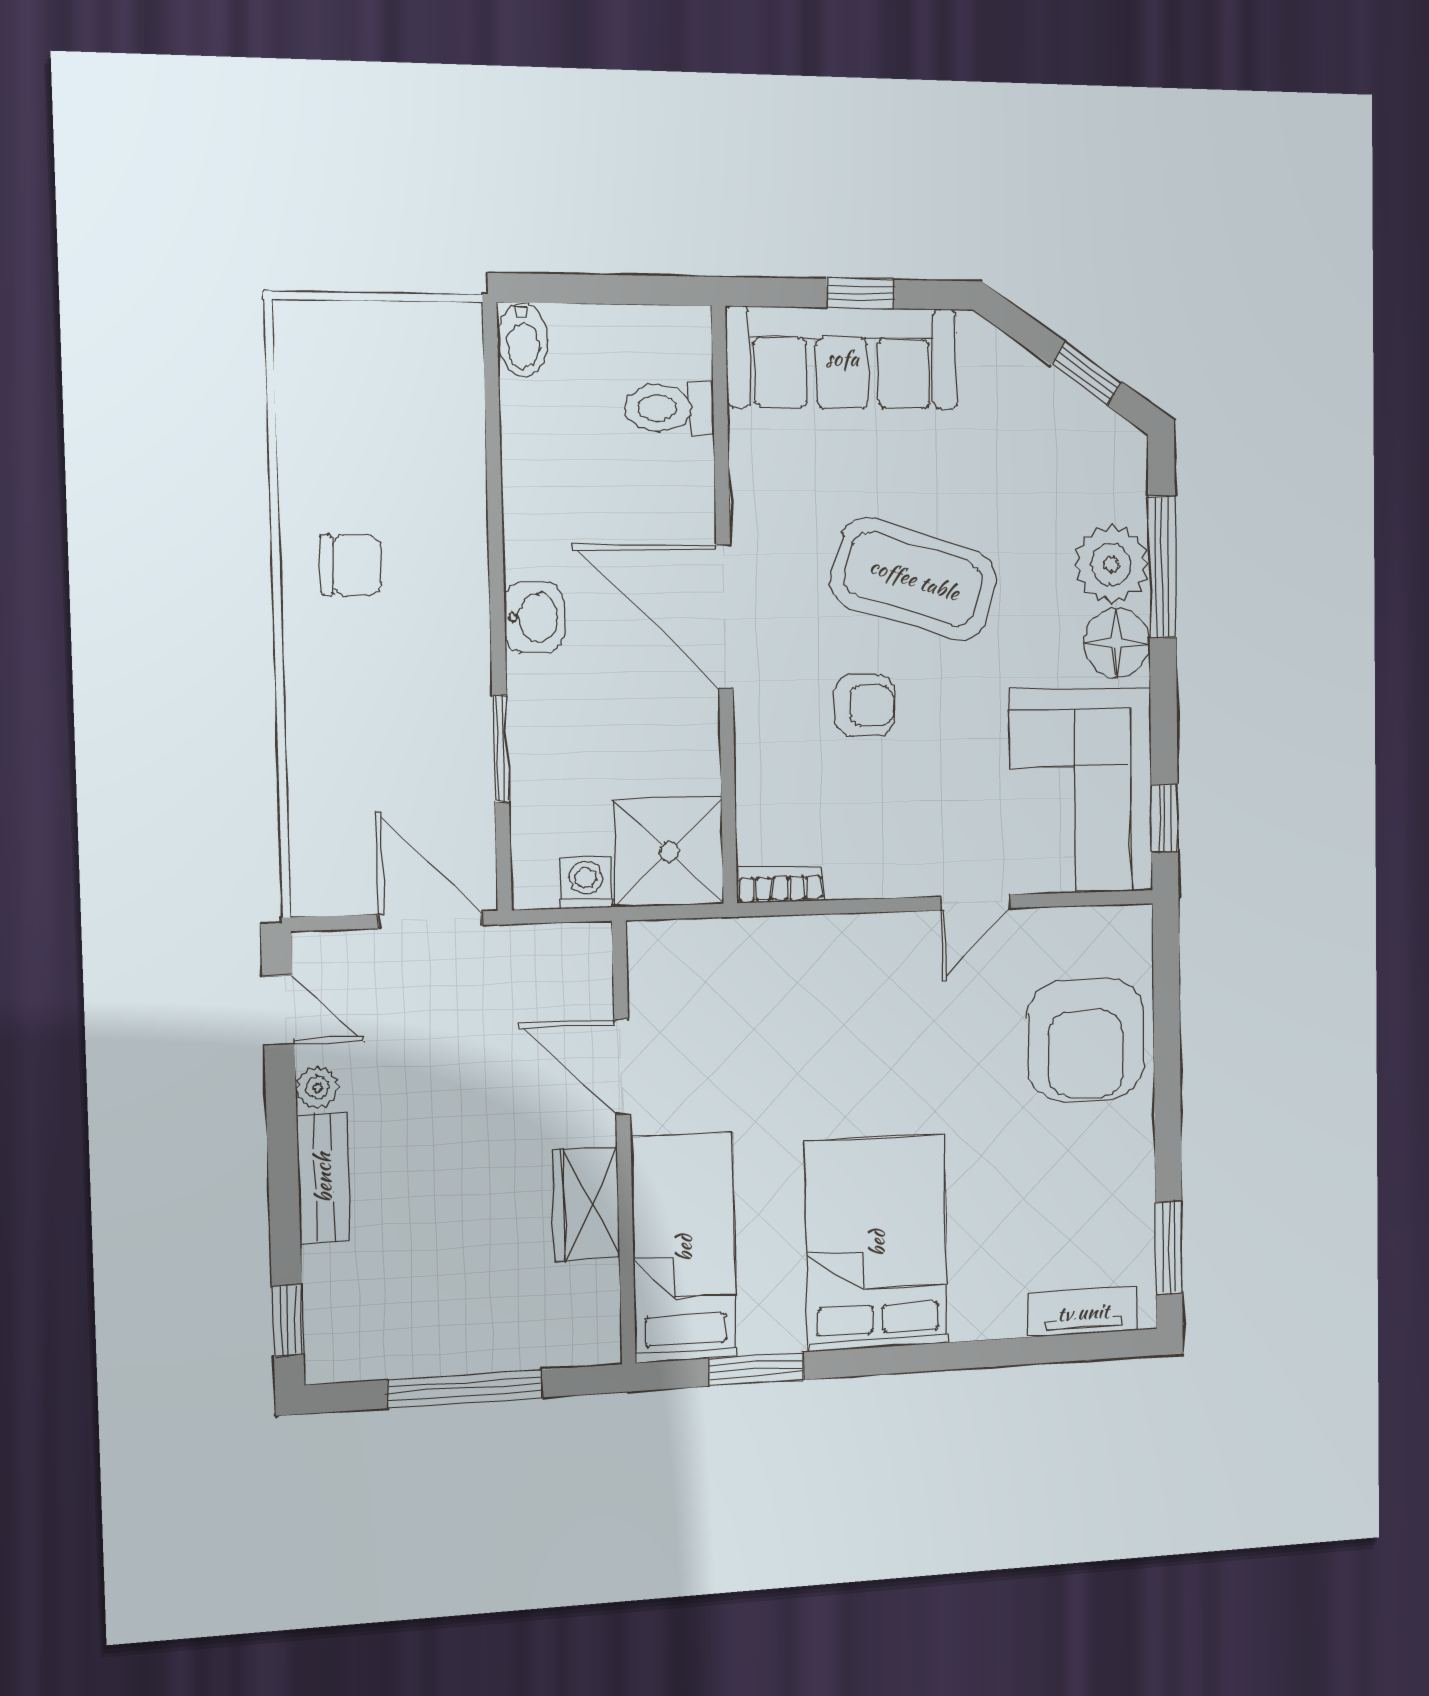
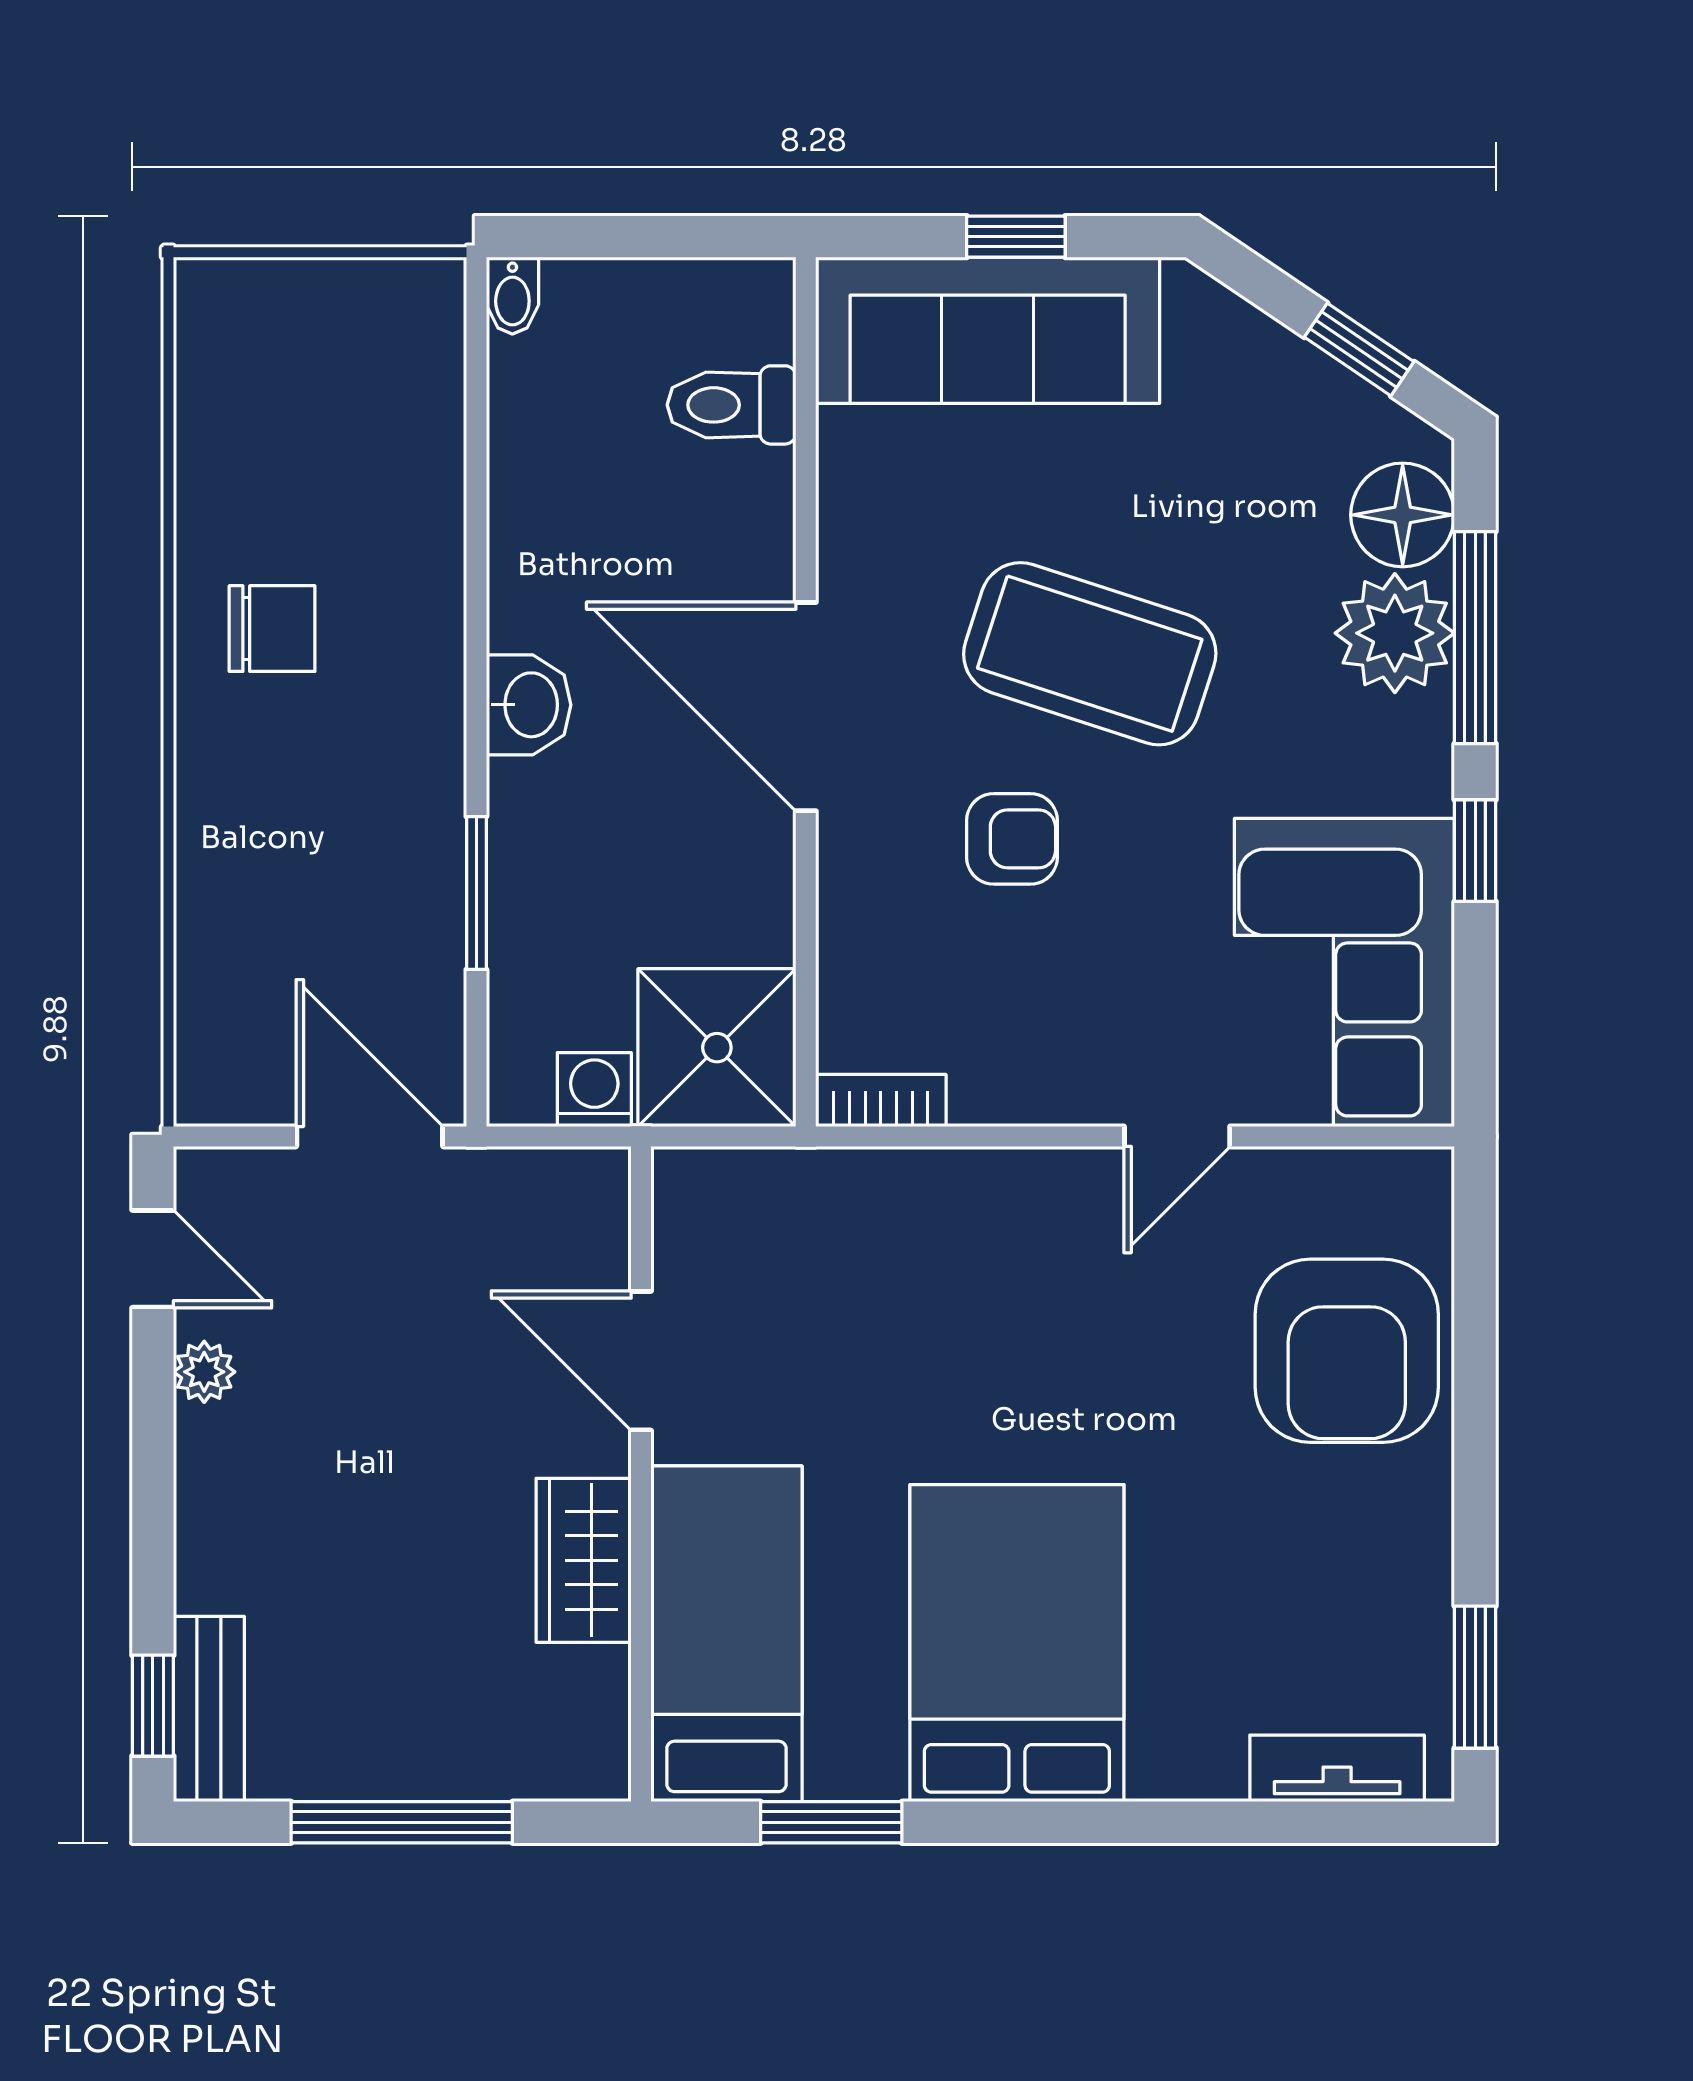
bidet: (523, 340) -> (512, 296), width x0.72, depth x0.74
floor lamp: (1117, 643) -> (1403, 515), moved
window: (1165, 818) -> (1475, 851), moved
bench: (323, 1178) -> (209, 1709), moved

